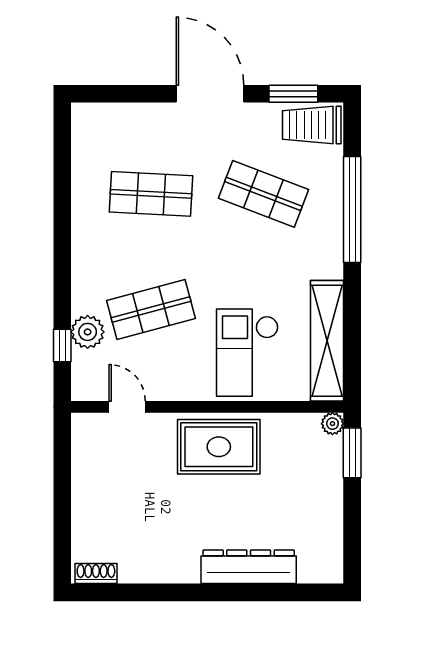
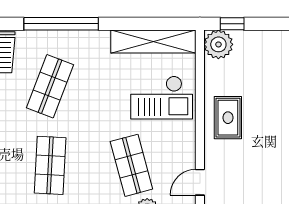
plant: (332, 424) -> (218, 44), width x1.87, depth x1.87
rug: (219, 447) -> (228, 118), width x0.73, depth x0.70
window: (352, 453) -> (232, 24), width x0.67

